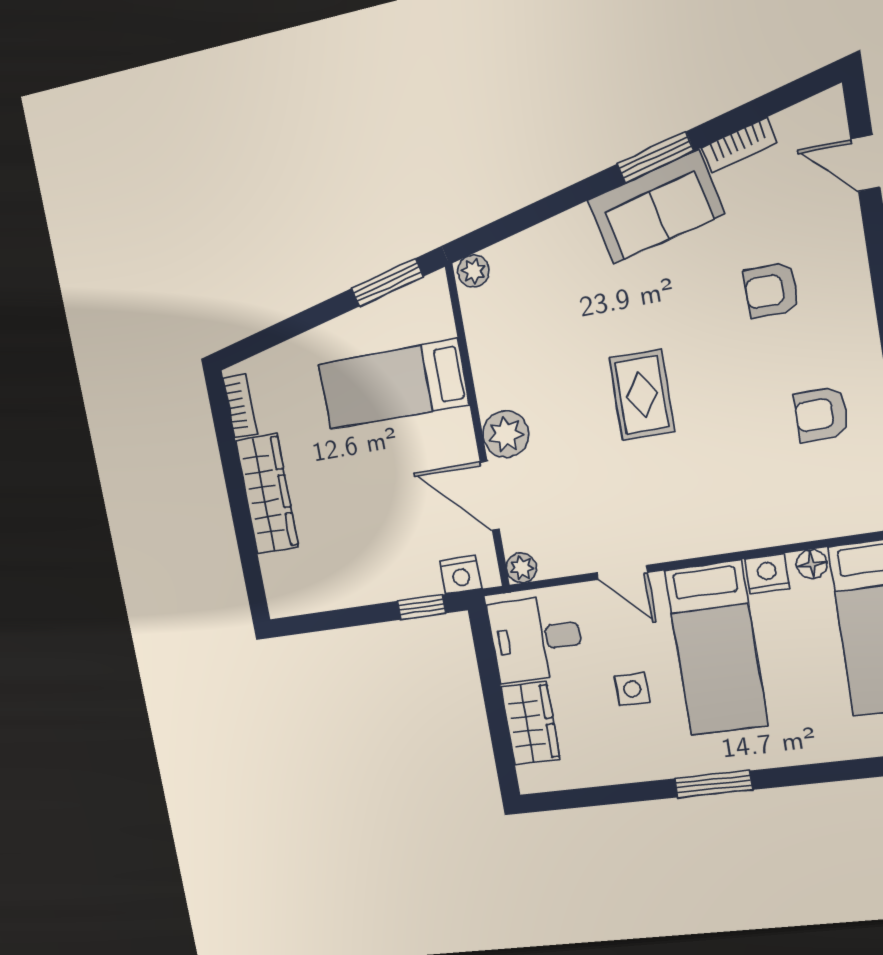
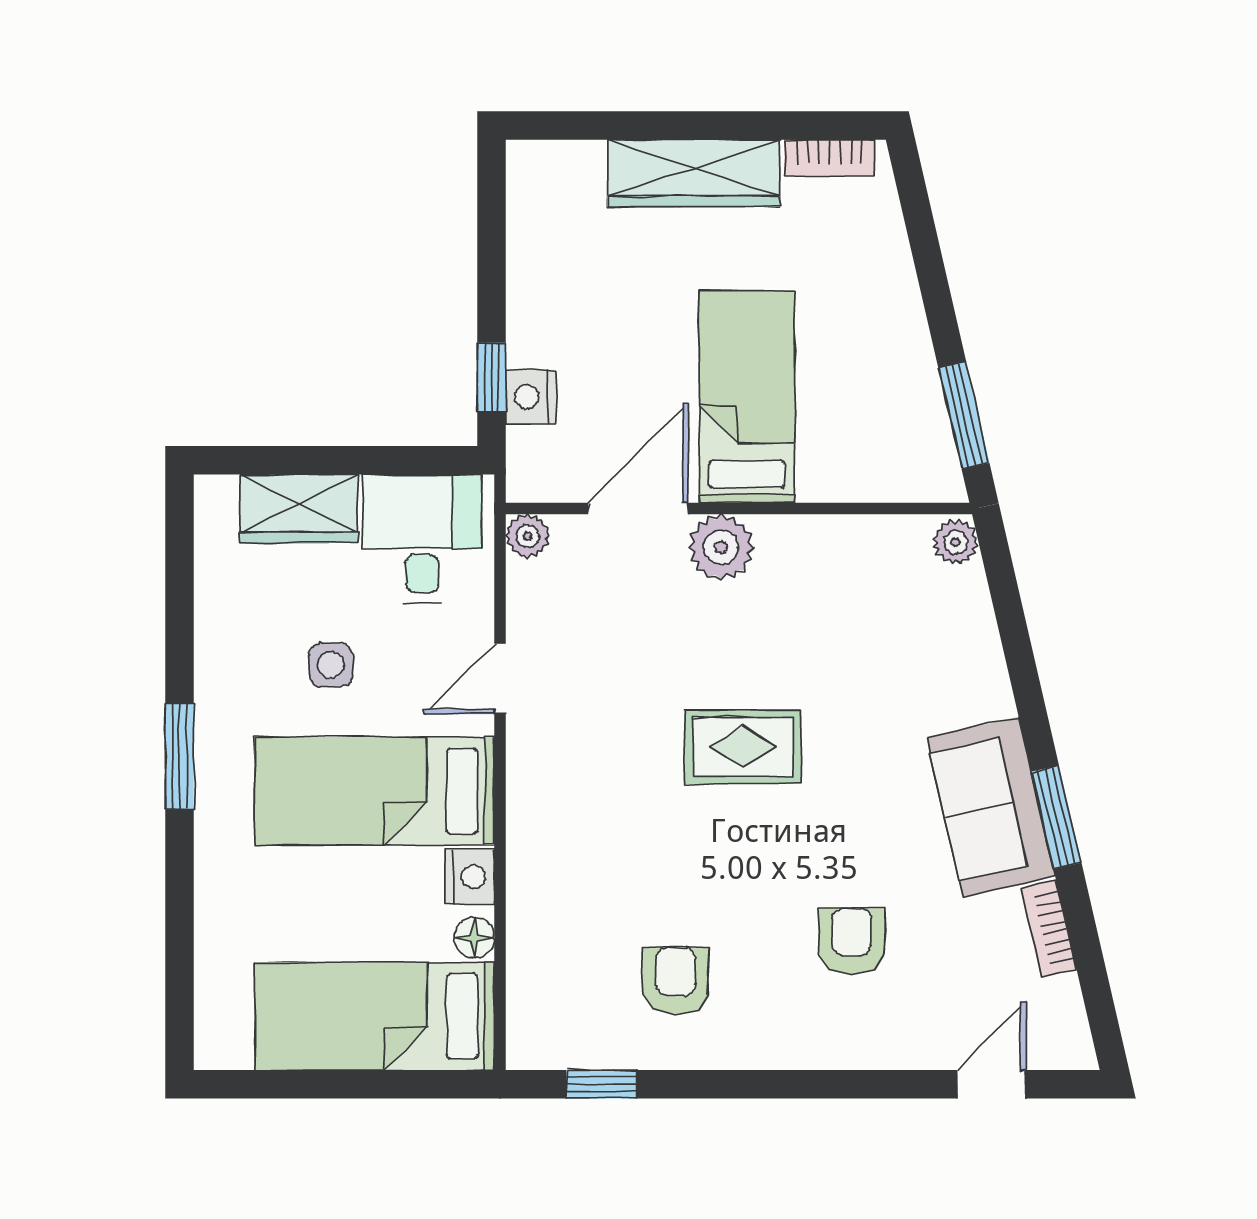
bed: (393, 384) -> (747, 397), moved
nightstand: (461, 575) -> (531, 397), moved

